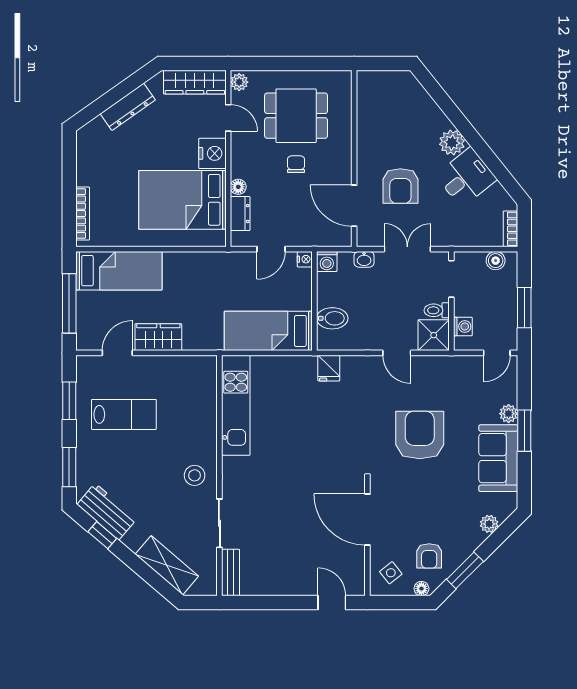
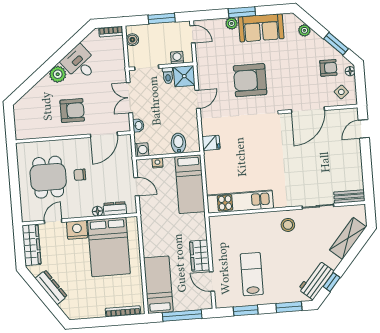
plant: (239, 82) -> (29, 216), removed
armchair: (400, 186) -> (72, 111), moved
nightstand: (305, 259) -> (157, 163), moved

